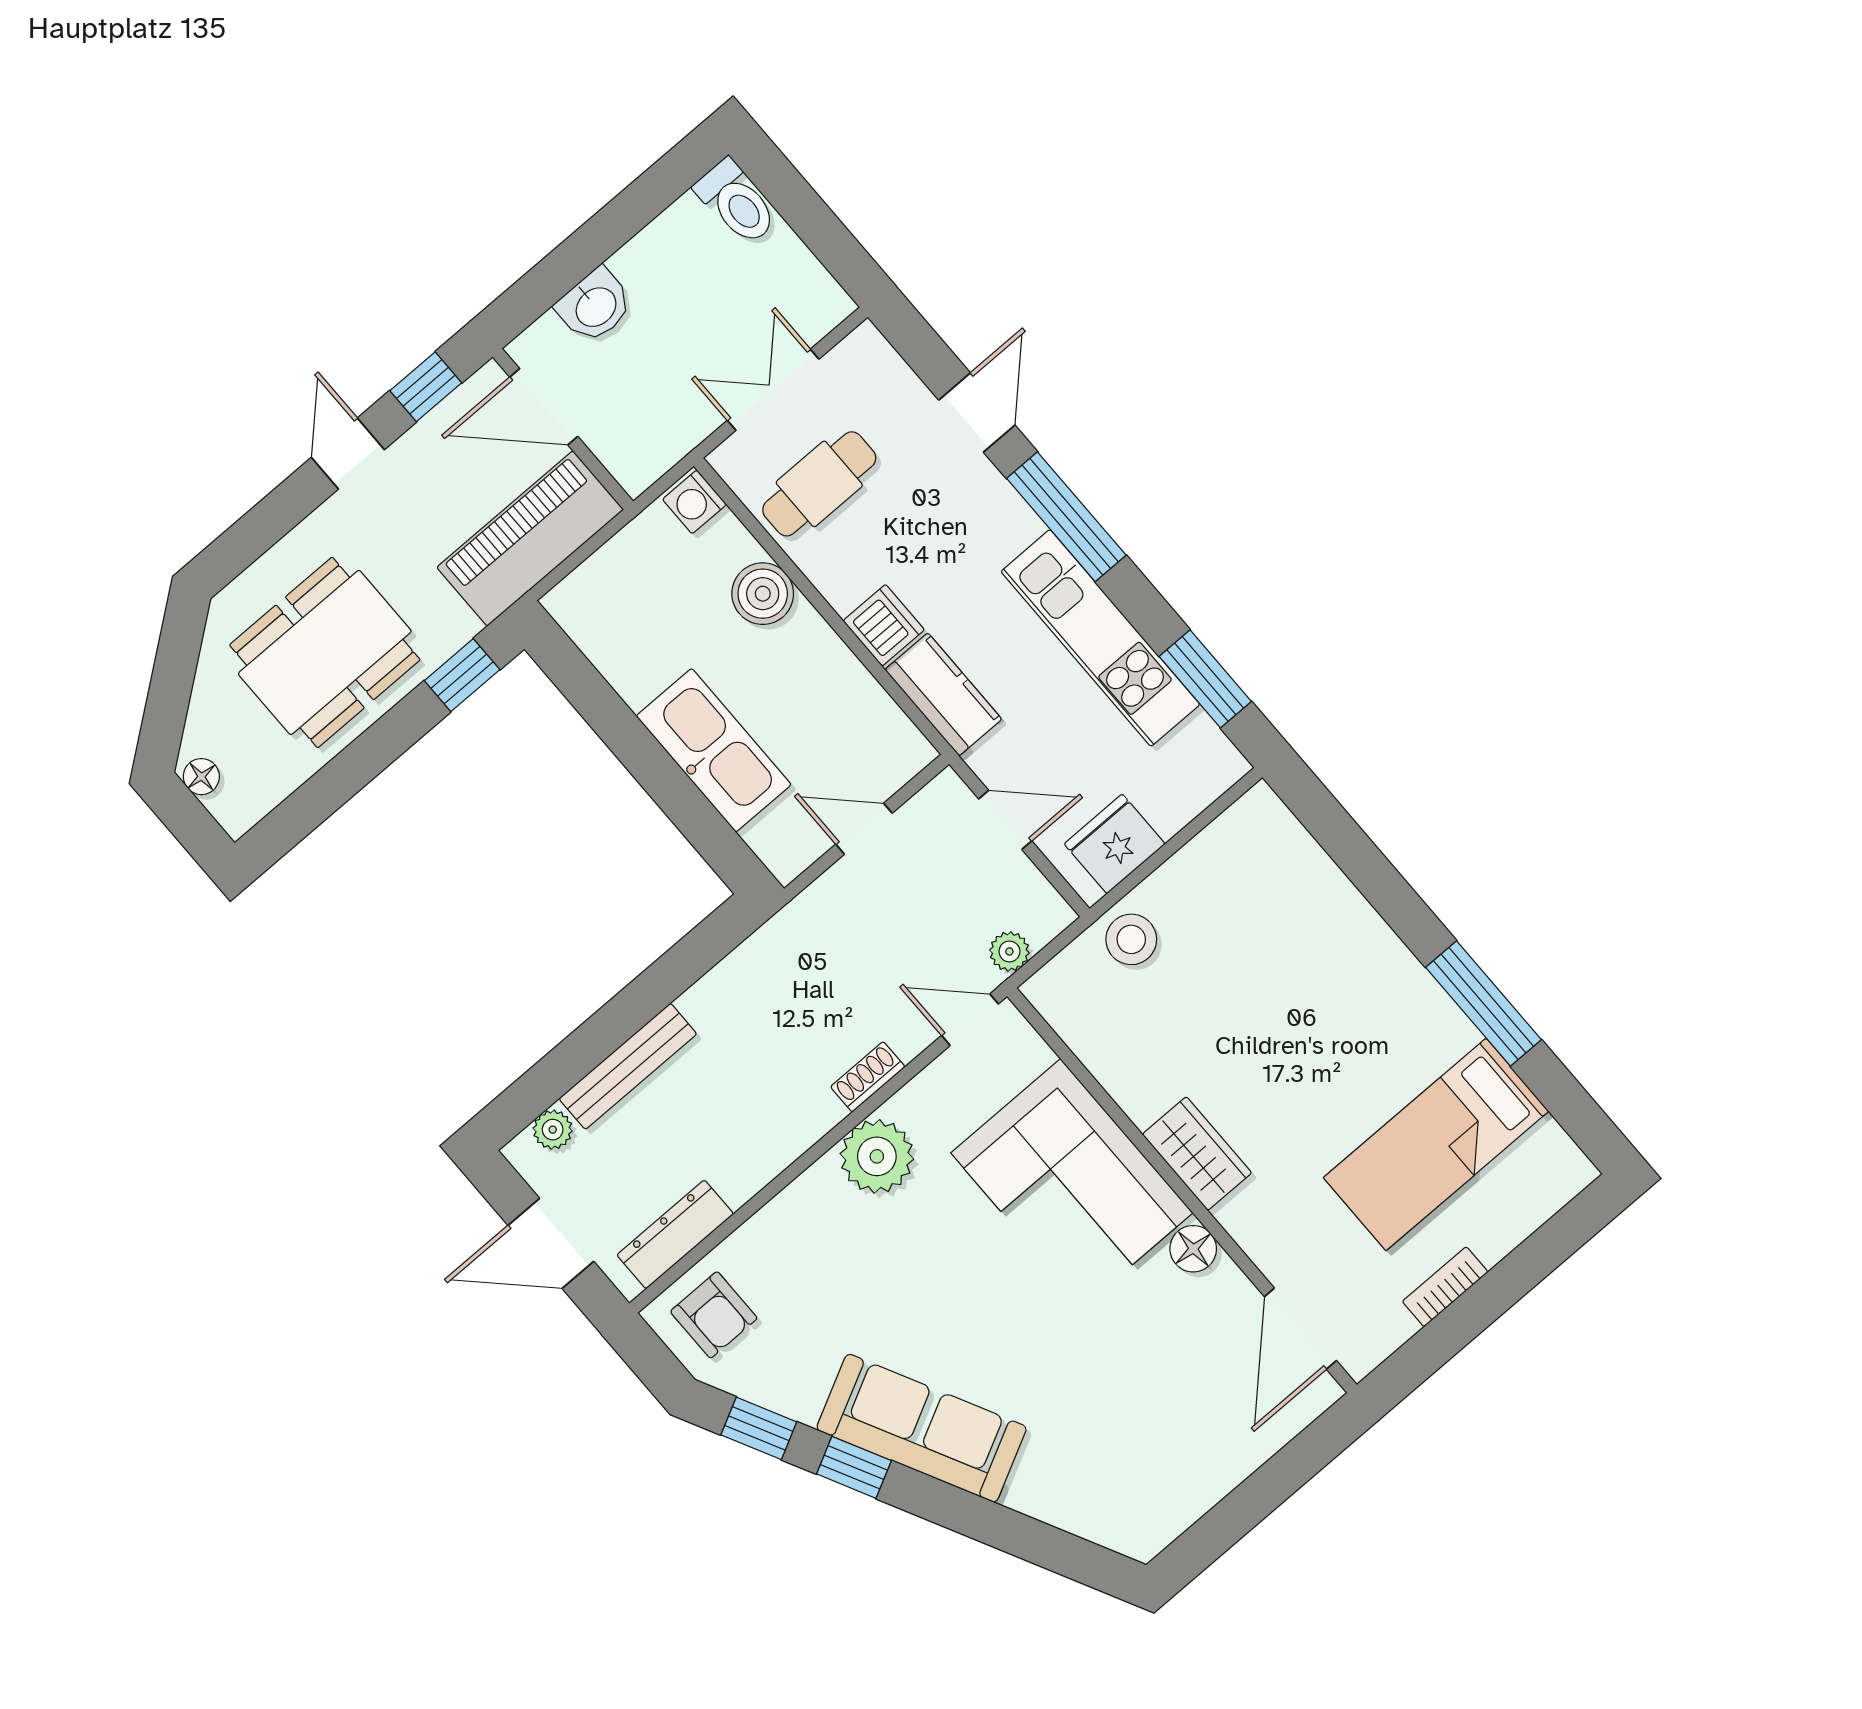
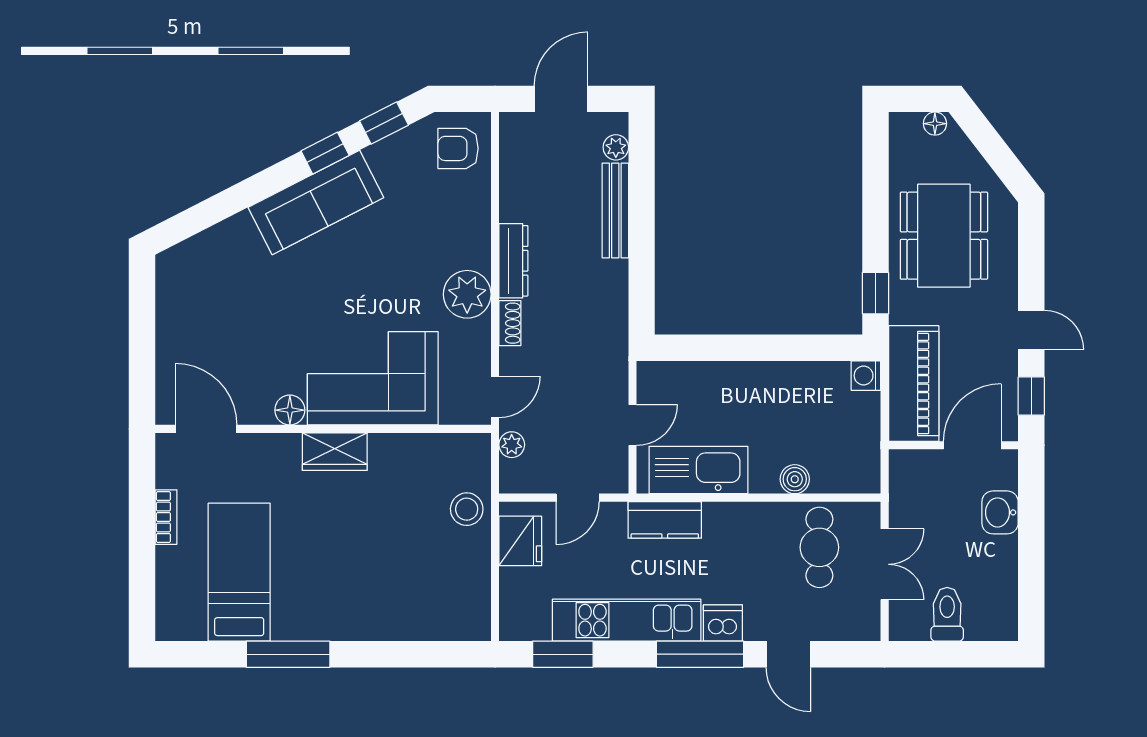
toilet: (737, 202) -> (947, 614), moved, turned 90
washing machine: (694, 502) -> (866, 376), moved, turned -90
boiler: (763, 594) -> (795, 479), width x0.73, depth x0.73
dishwasher: (884, 625) -> (723, 623), moved, turned 180
kitchen sink: (714, 750) -> (698, 470), moved, turned 180
dresser: (675, 1234) -> (513, 261), moved

